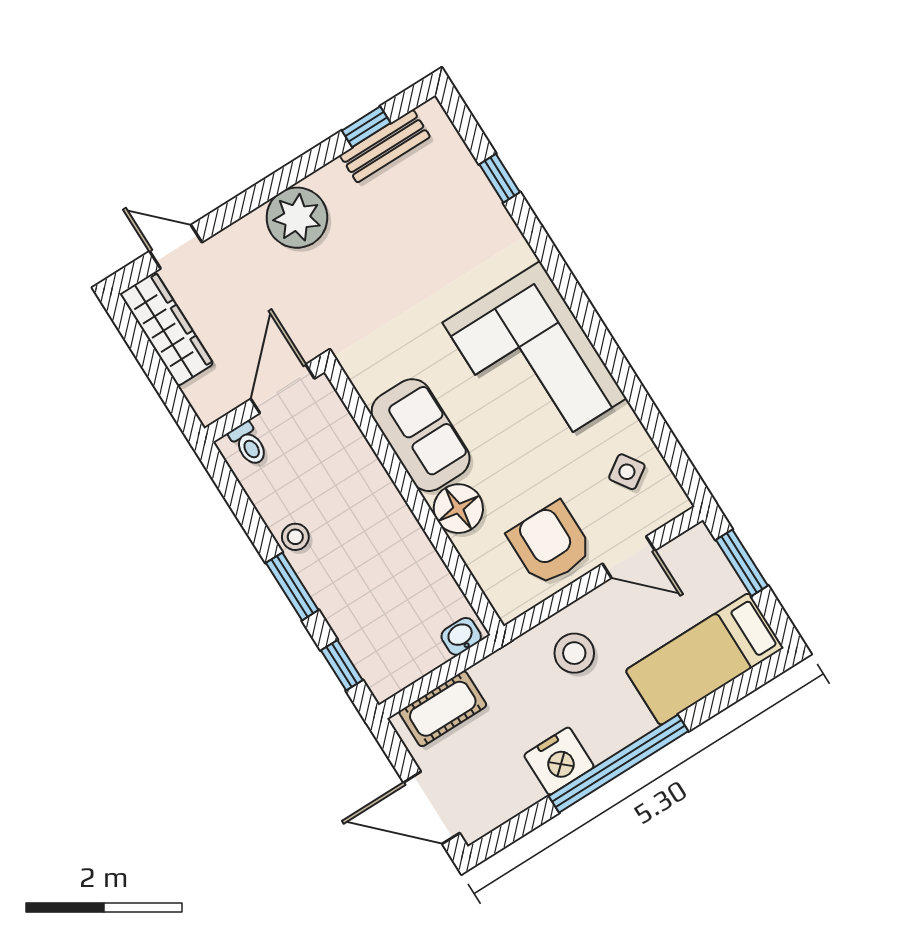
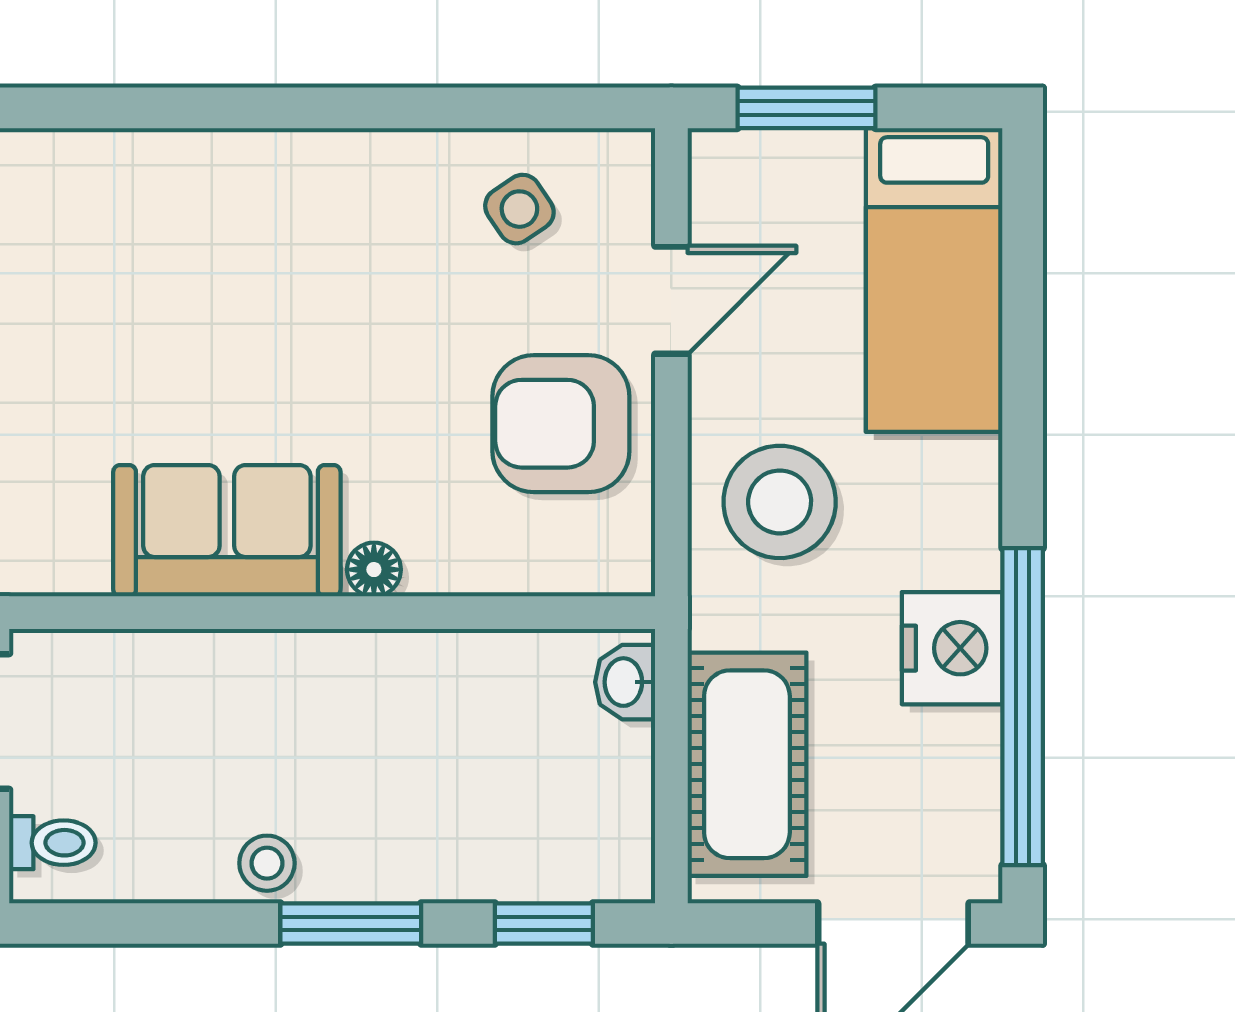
corner sofa: (534, 360) -> (222, 248), removed
floor lamp: (458, 509) -> (374, 570), width x0.53, depth x0.53
stool: (574, 653) -> (780, 502), width x1.38, depth x1.38
cot: (443, 709) -> (747, 764), width x1.37, depth x1.34
window: (618, 764) -> (1023, 707), moved

